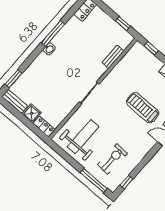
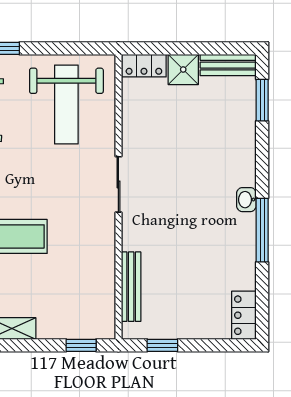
bench: (113, 57) -> (131, 287), width x1.36

